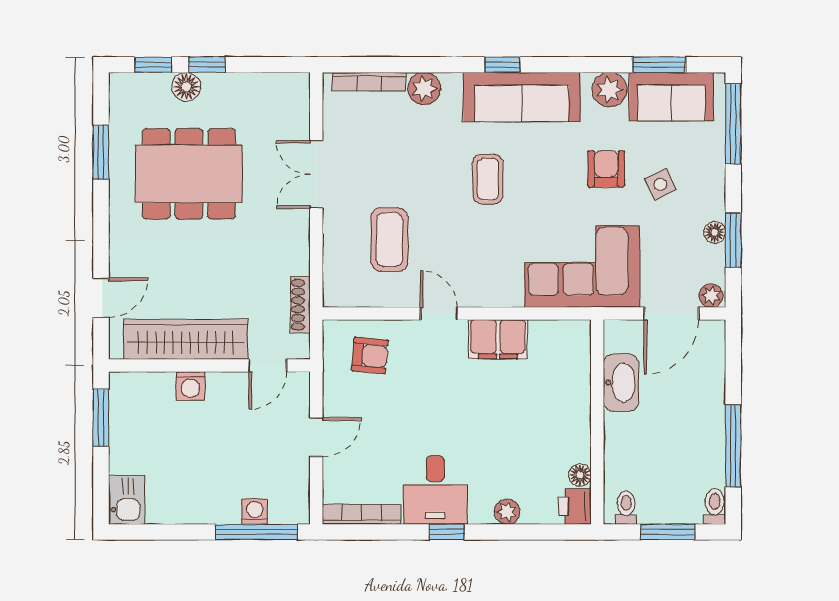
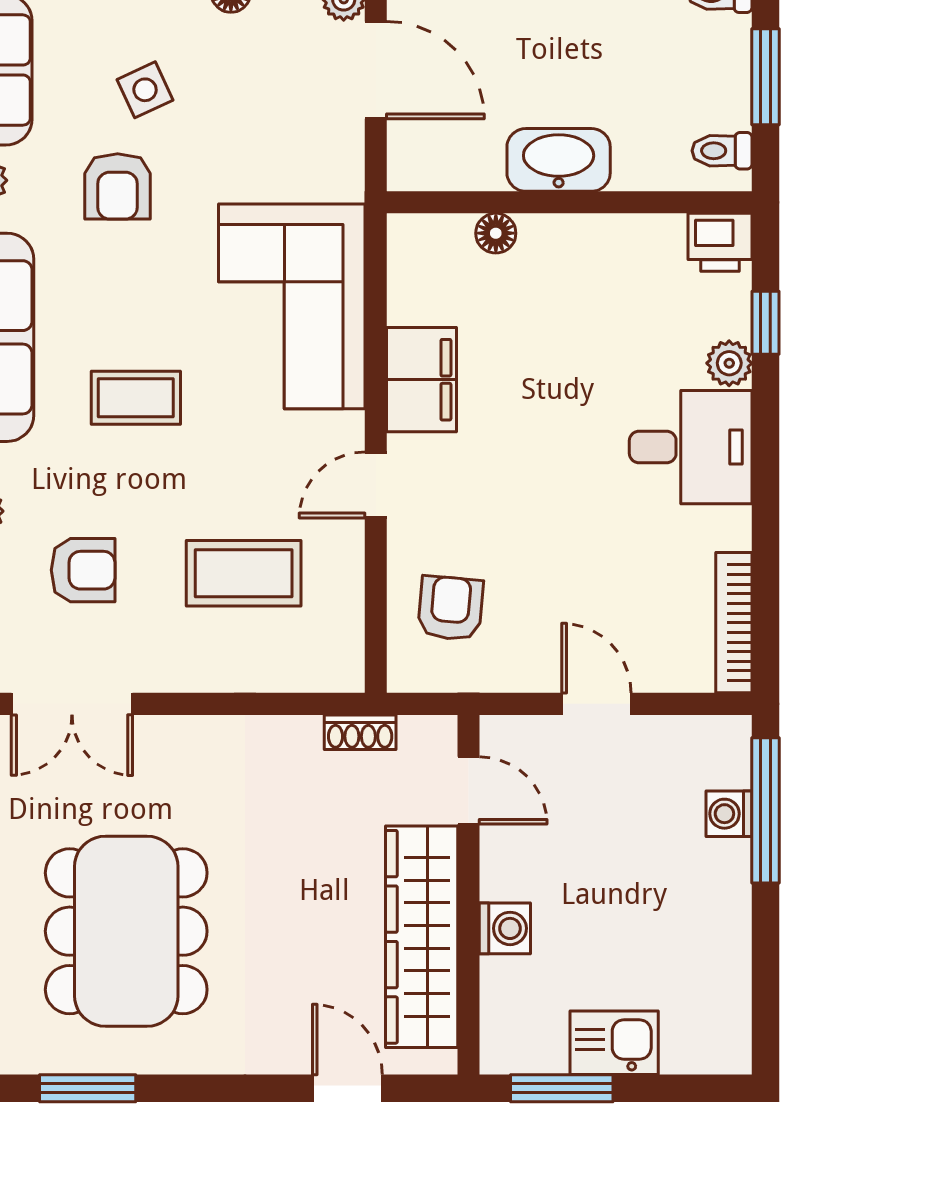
armchair: (391, 150) -> (83, 570), added
armchair: (606, 169) -> (118, 186), turned -90
double door: (316, 174) -> (72, 704), moved
corner sofa: (582, 266) -> (292, 306), moved
shoe rack: (300, 305) -> (360, 732), width x0.70
washbasin: (621, 383) -> (559, 160), moved
floor lamp: (580, 475) -> (496, 233), moved
desk: (435, 490) -> (691, 447), moved
kitchen sink: (126, 500) -> (614, 1043), moved
window: (447, 532) -> (766, 323), moved

